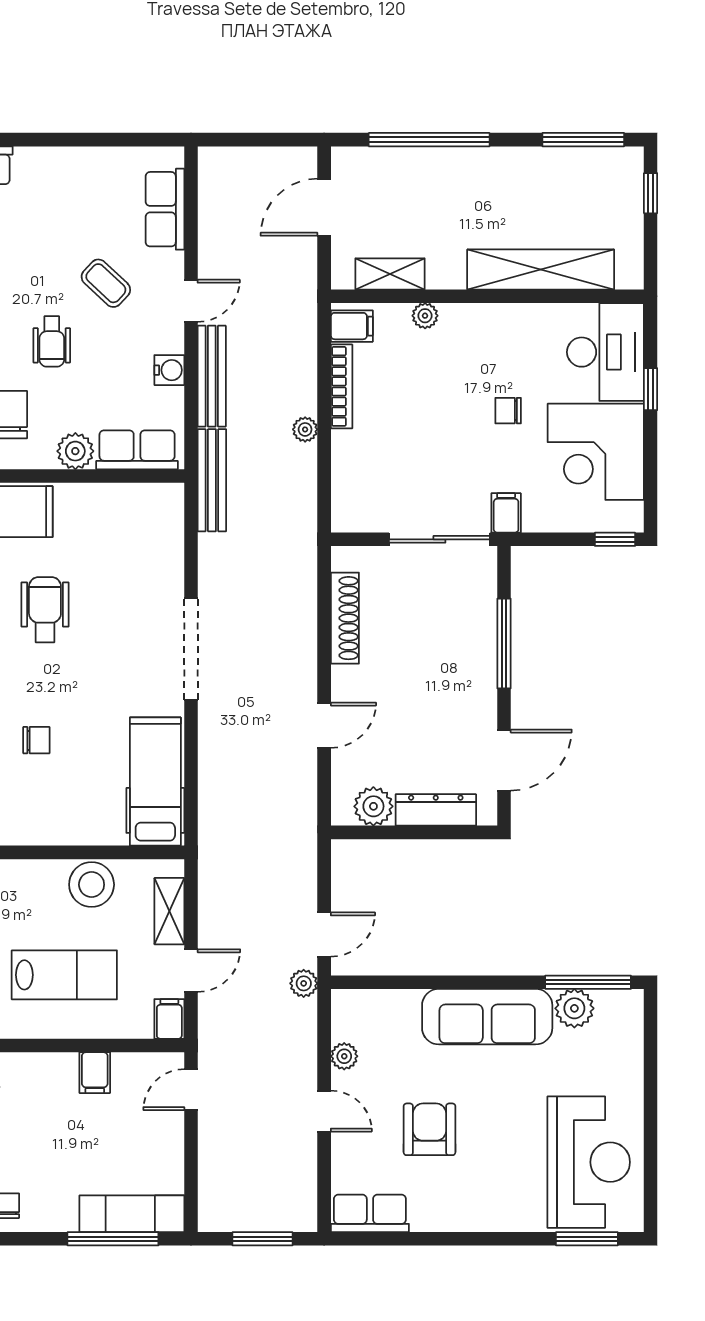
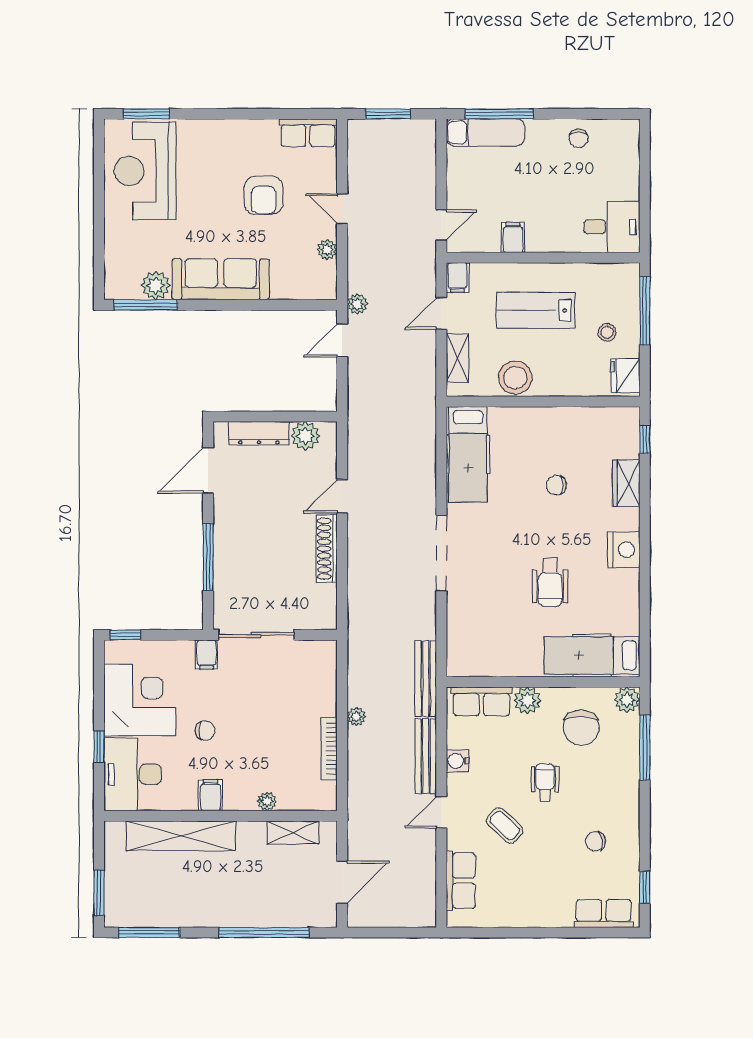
window: (651, 193) -> (99, 893), width x1.50
filing cabinet: (352, 326) -> (210, 795), moved, turned 90
shoe rack: (345, 618) -> (327, 549), moved

